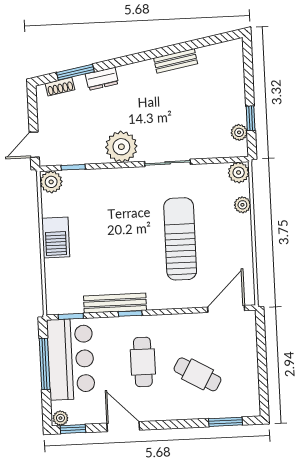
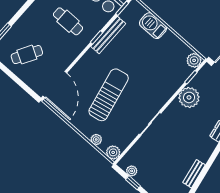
plant: (121, 147) -> (189, 97), moved
barbecue: (56, 238) -> (153, 26), moved
sun lounger: (180, 239) -> (109, 95), turned -102
door: (226, 309) -> (55, 84), width x1.36
cafe table: (198, 374) -> (27, 55), moved

